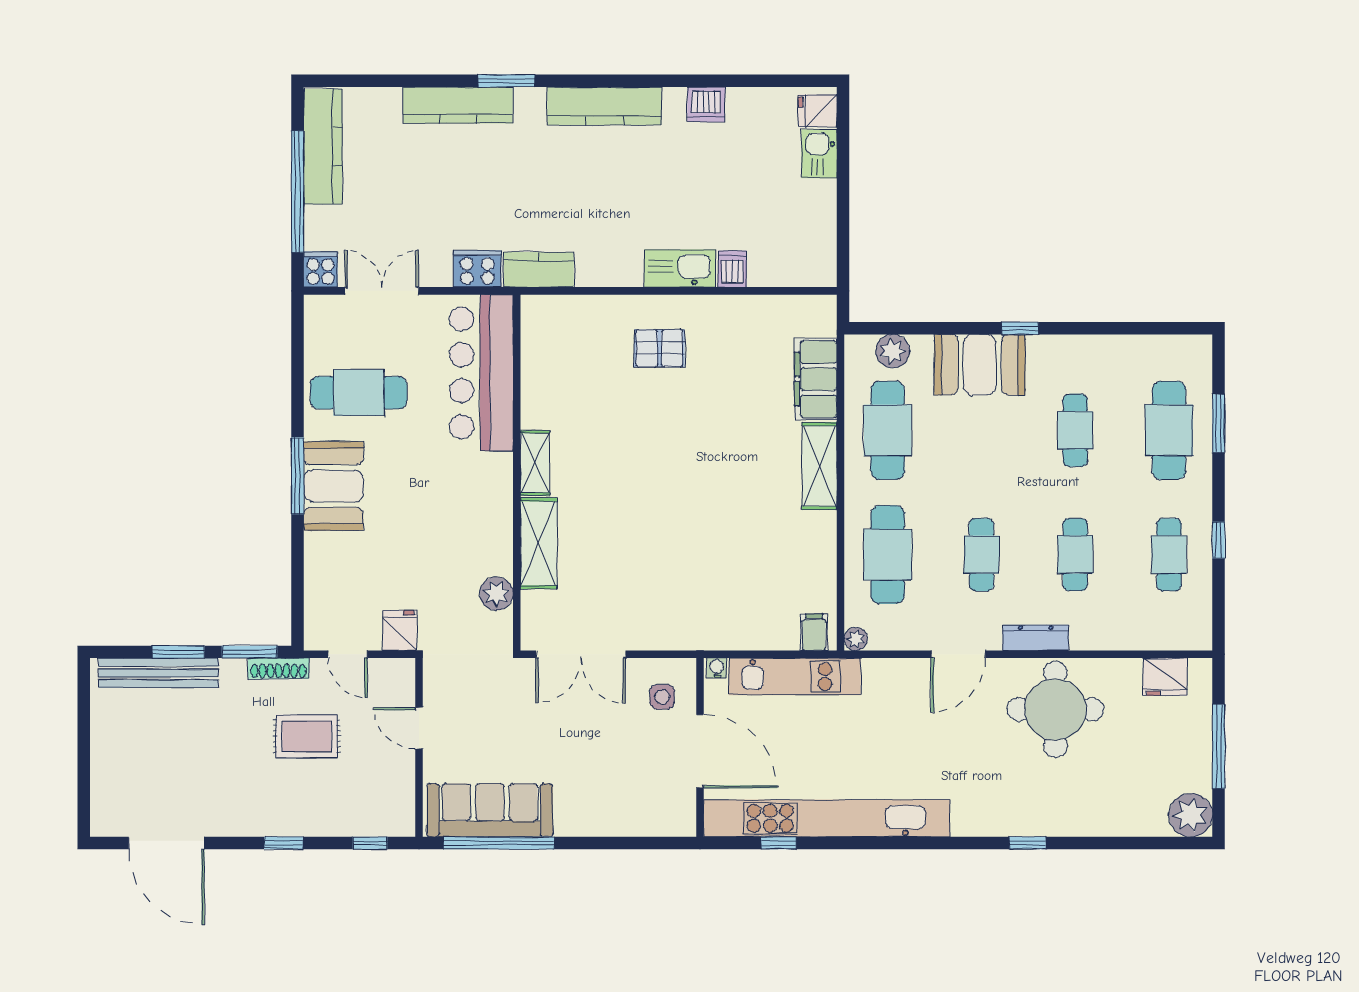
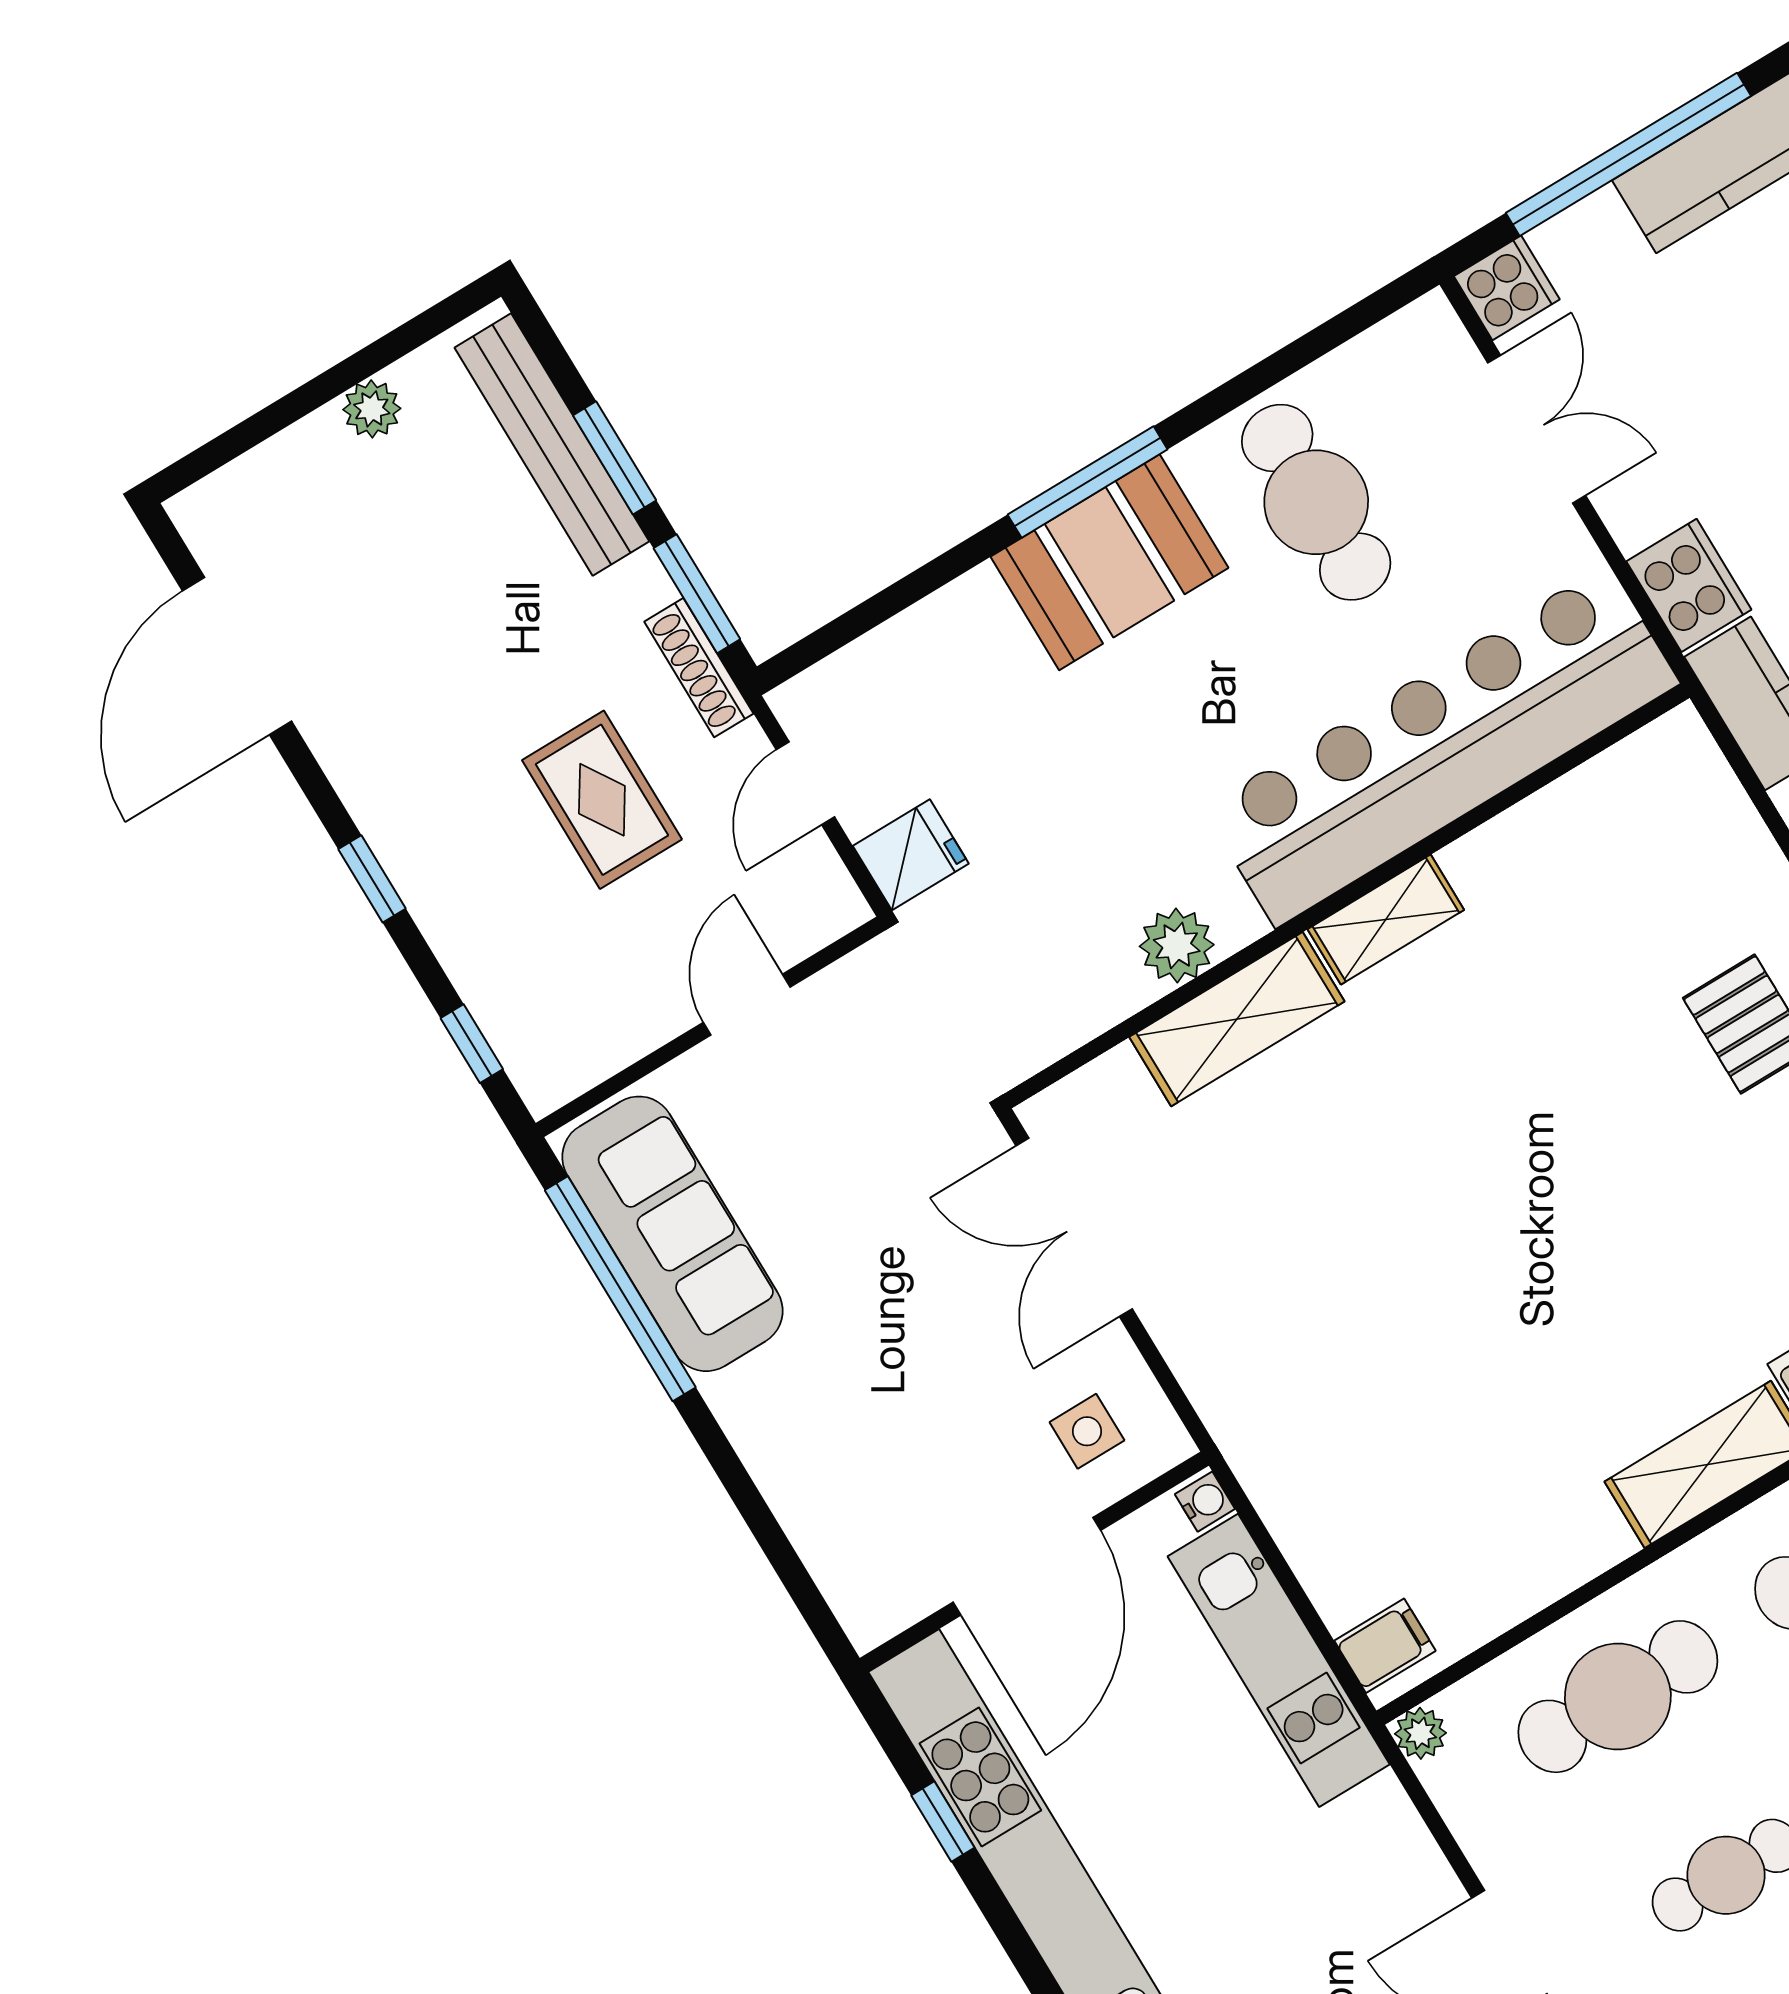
bar counter: (481, 373) -> (1442, 746), width x1.36
plant: (496, 594) -> (1177, 945), moved
plant: (103, 734) -> (372, 409), added

